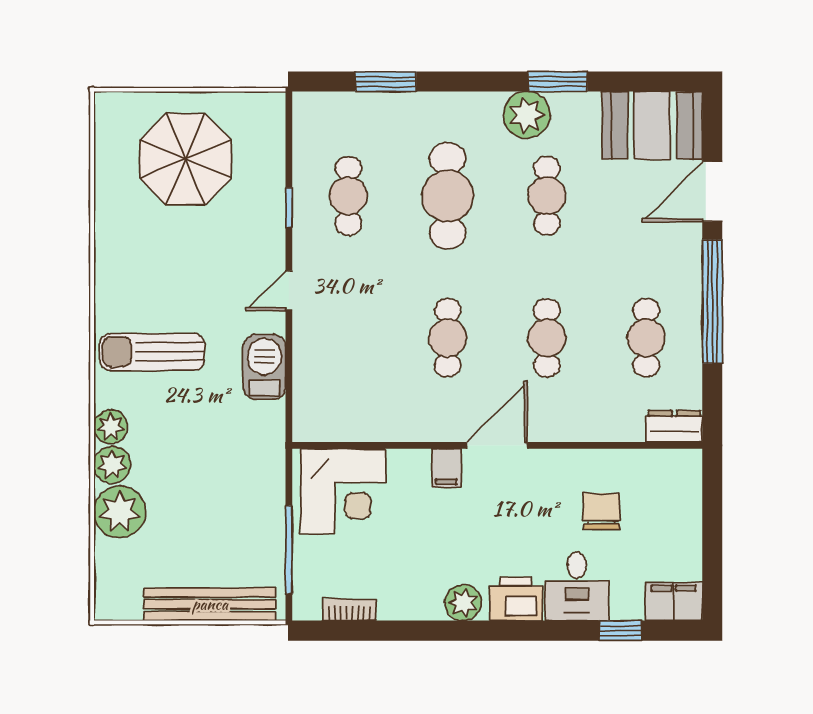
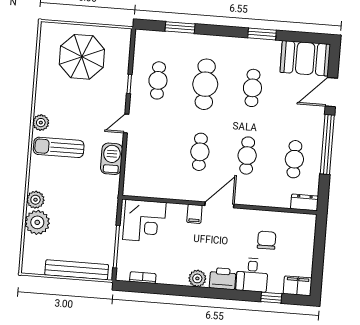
plant: (527, 115) -> (246, 49), removed
plant: (111, 427) -> (41, 123), moved

